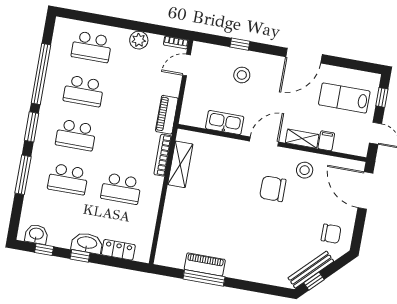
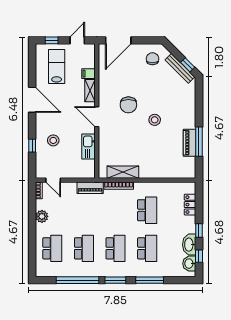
lab bench: (344, 98) -> (57, 66), turned 180
stool: (305, 170) -> (155, 120), moved
washbasin: (87, 243) -> (189, 245), moved

